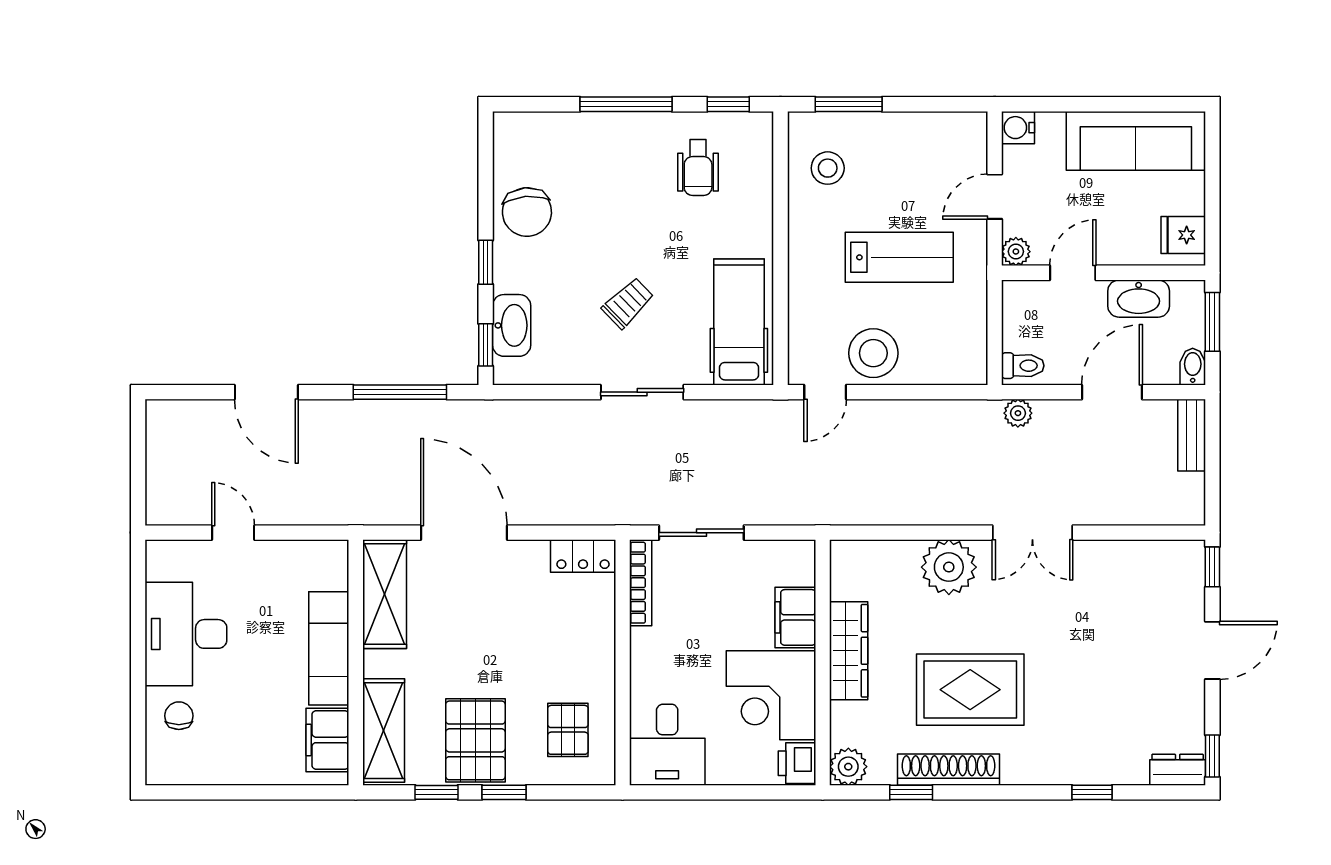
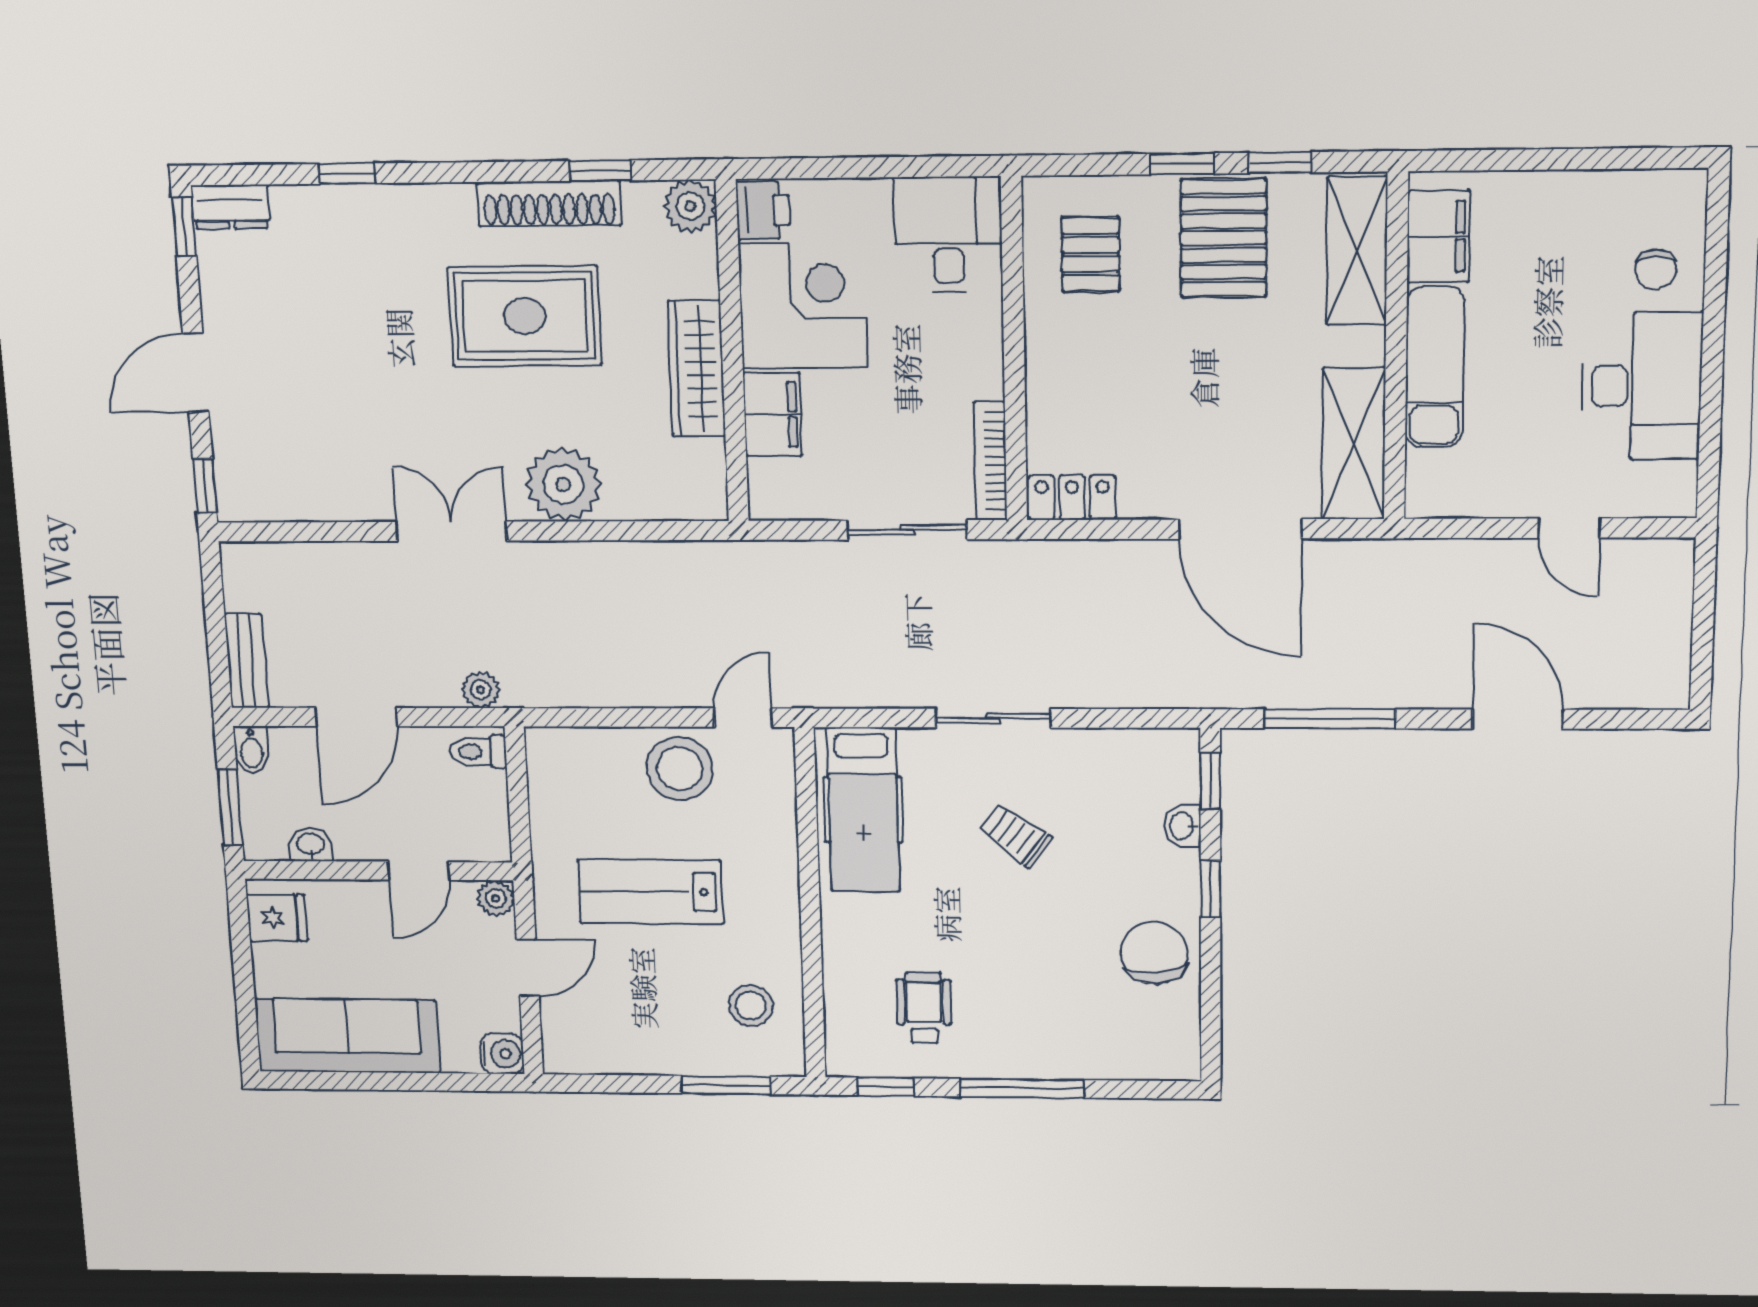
washbasin: (1139, 299) -> (311, 845), width x0.52, depth x0.69
trolley: (628, 303) -> (1015, 835), turned 81
washbasin: (512, 325) -> (1183, 826), width x0.52, depth x0.69

